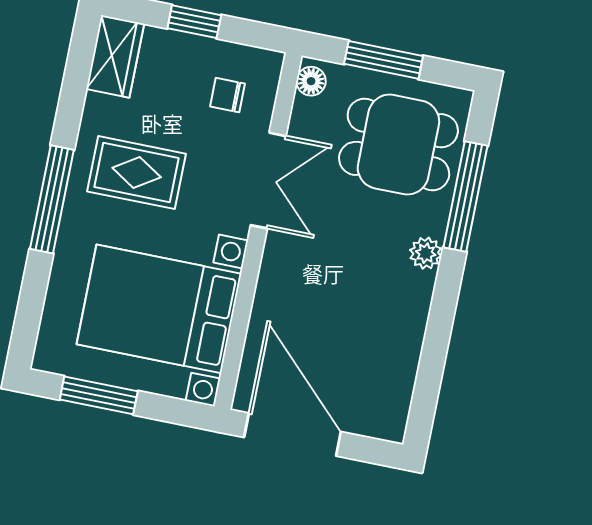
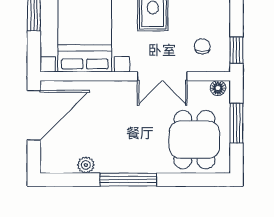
window: (194, 22) -> (236, 50), moved
window: (465, 197) -> (128, 180), moved
plant: (426, 253) -> (86, 165), moved

